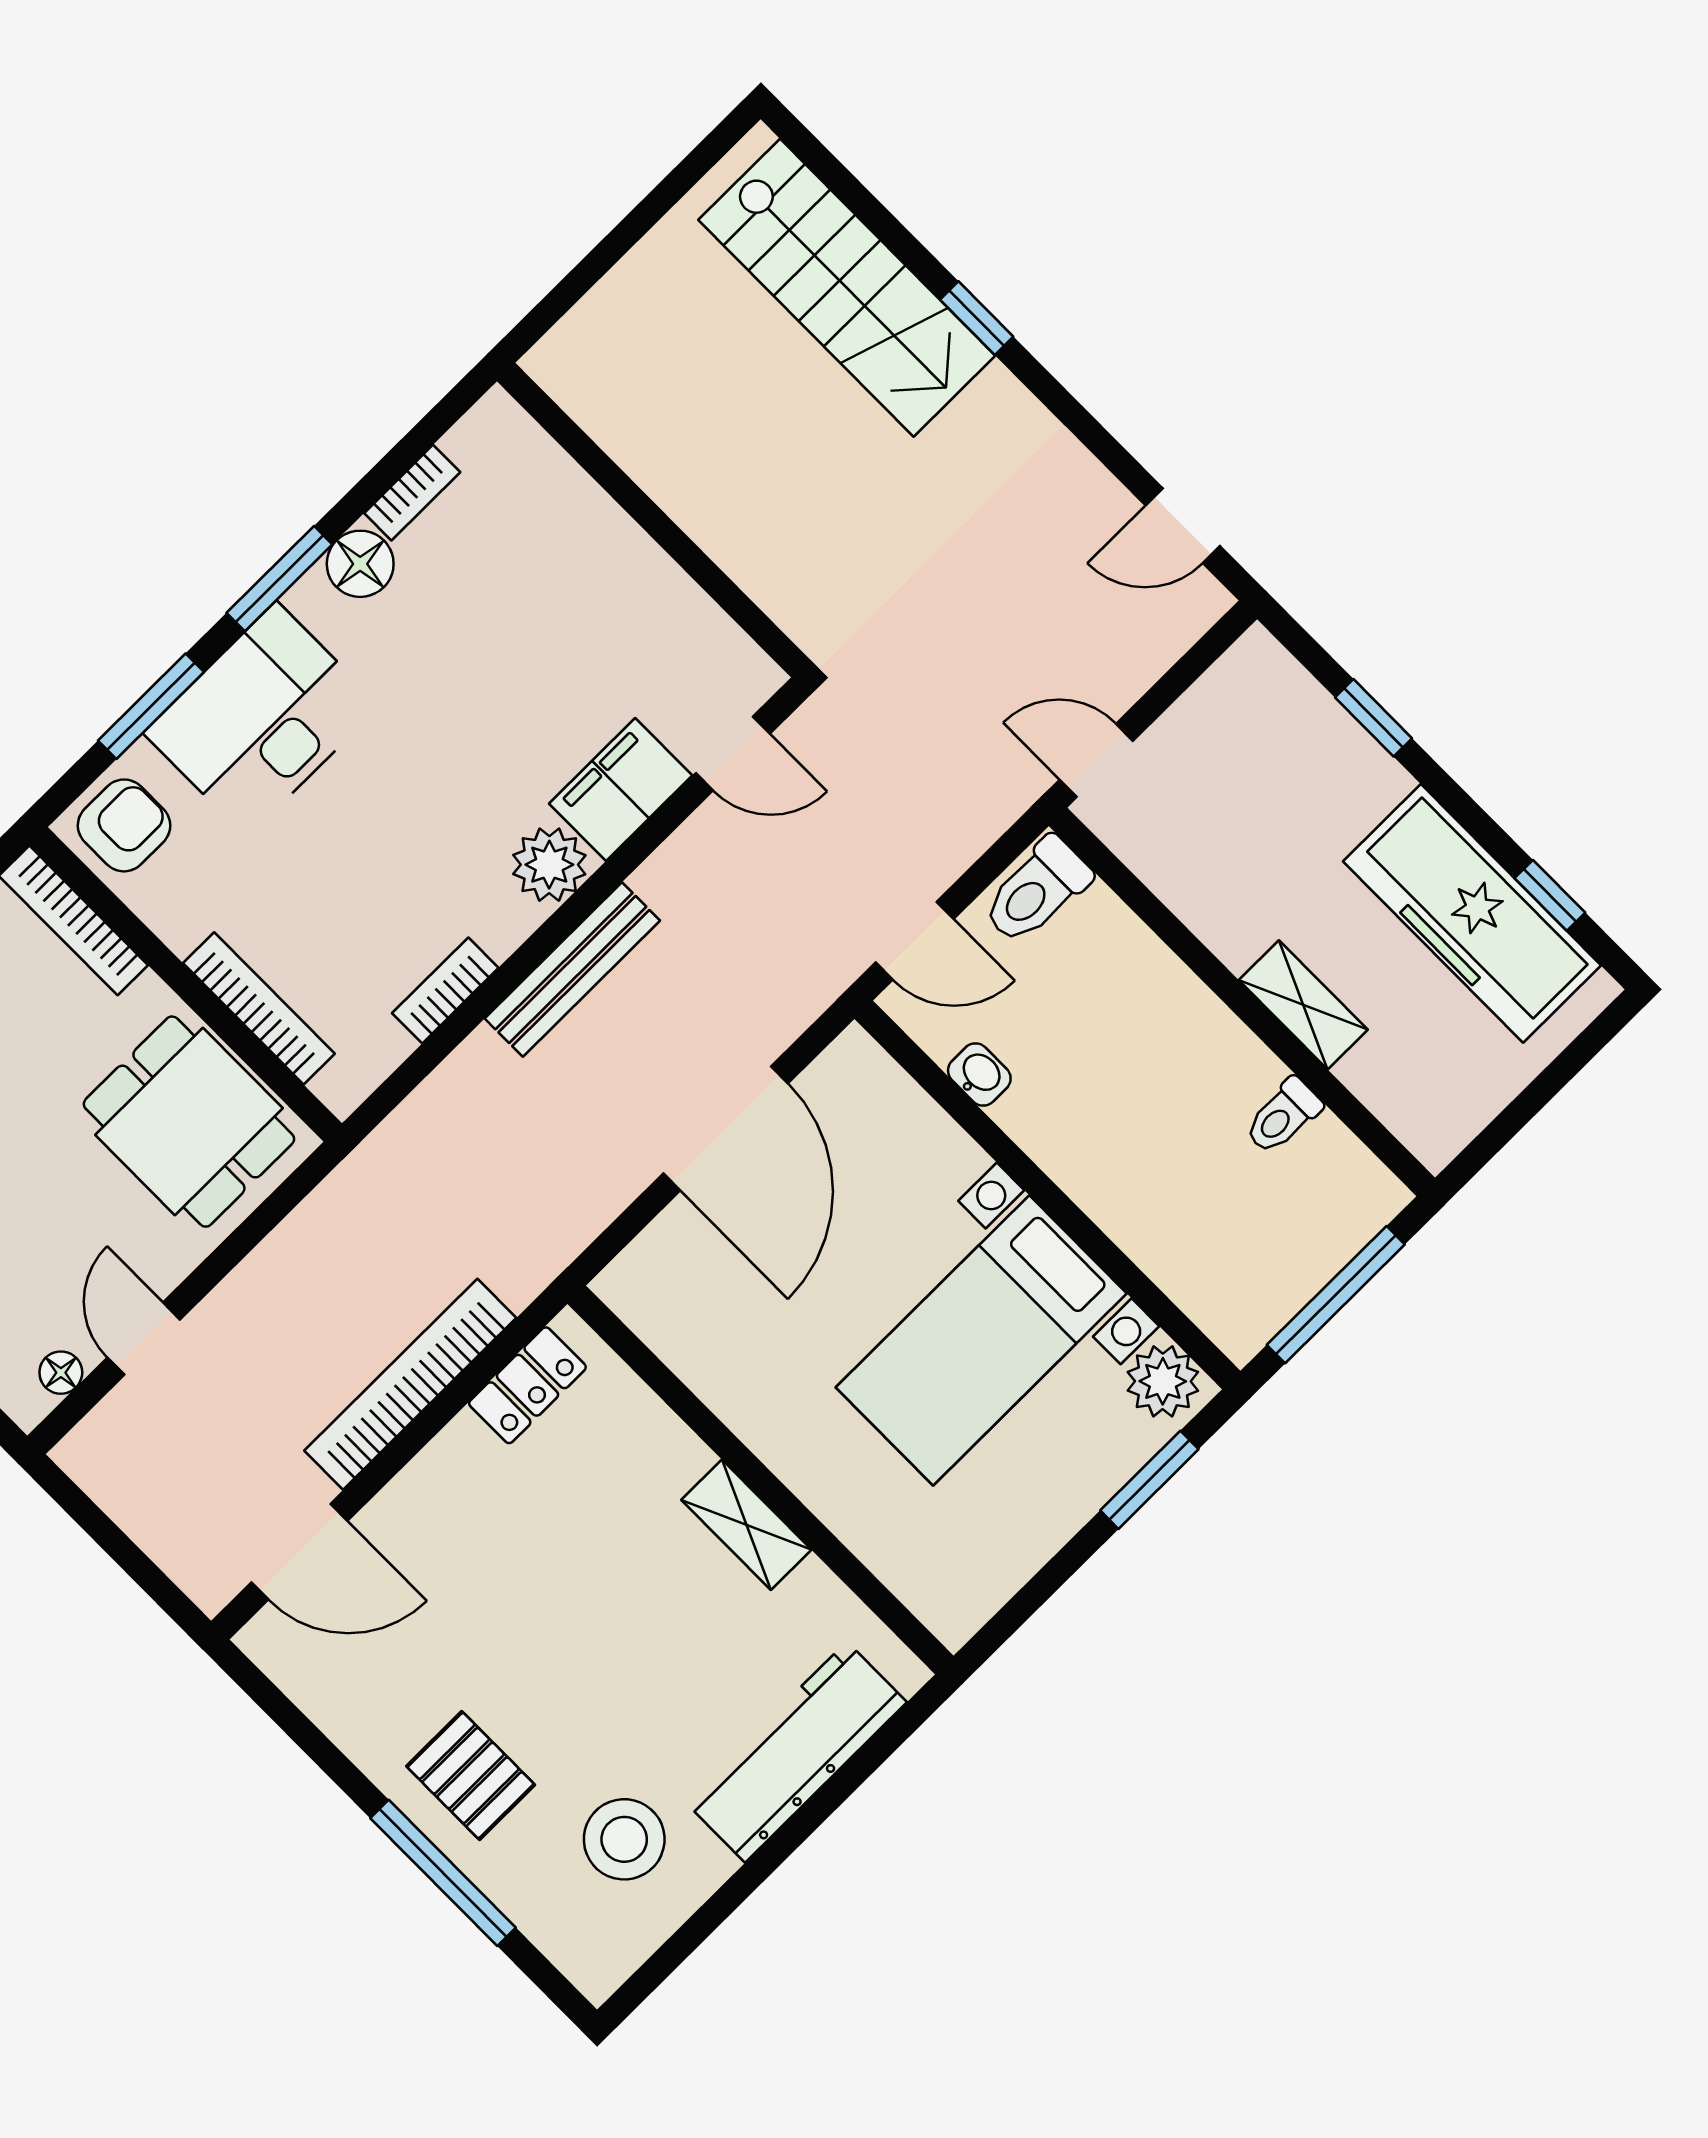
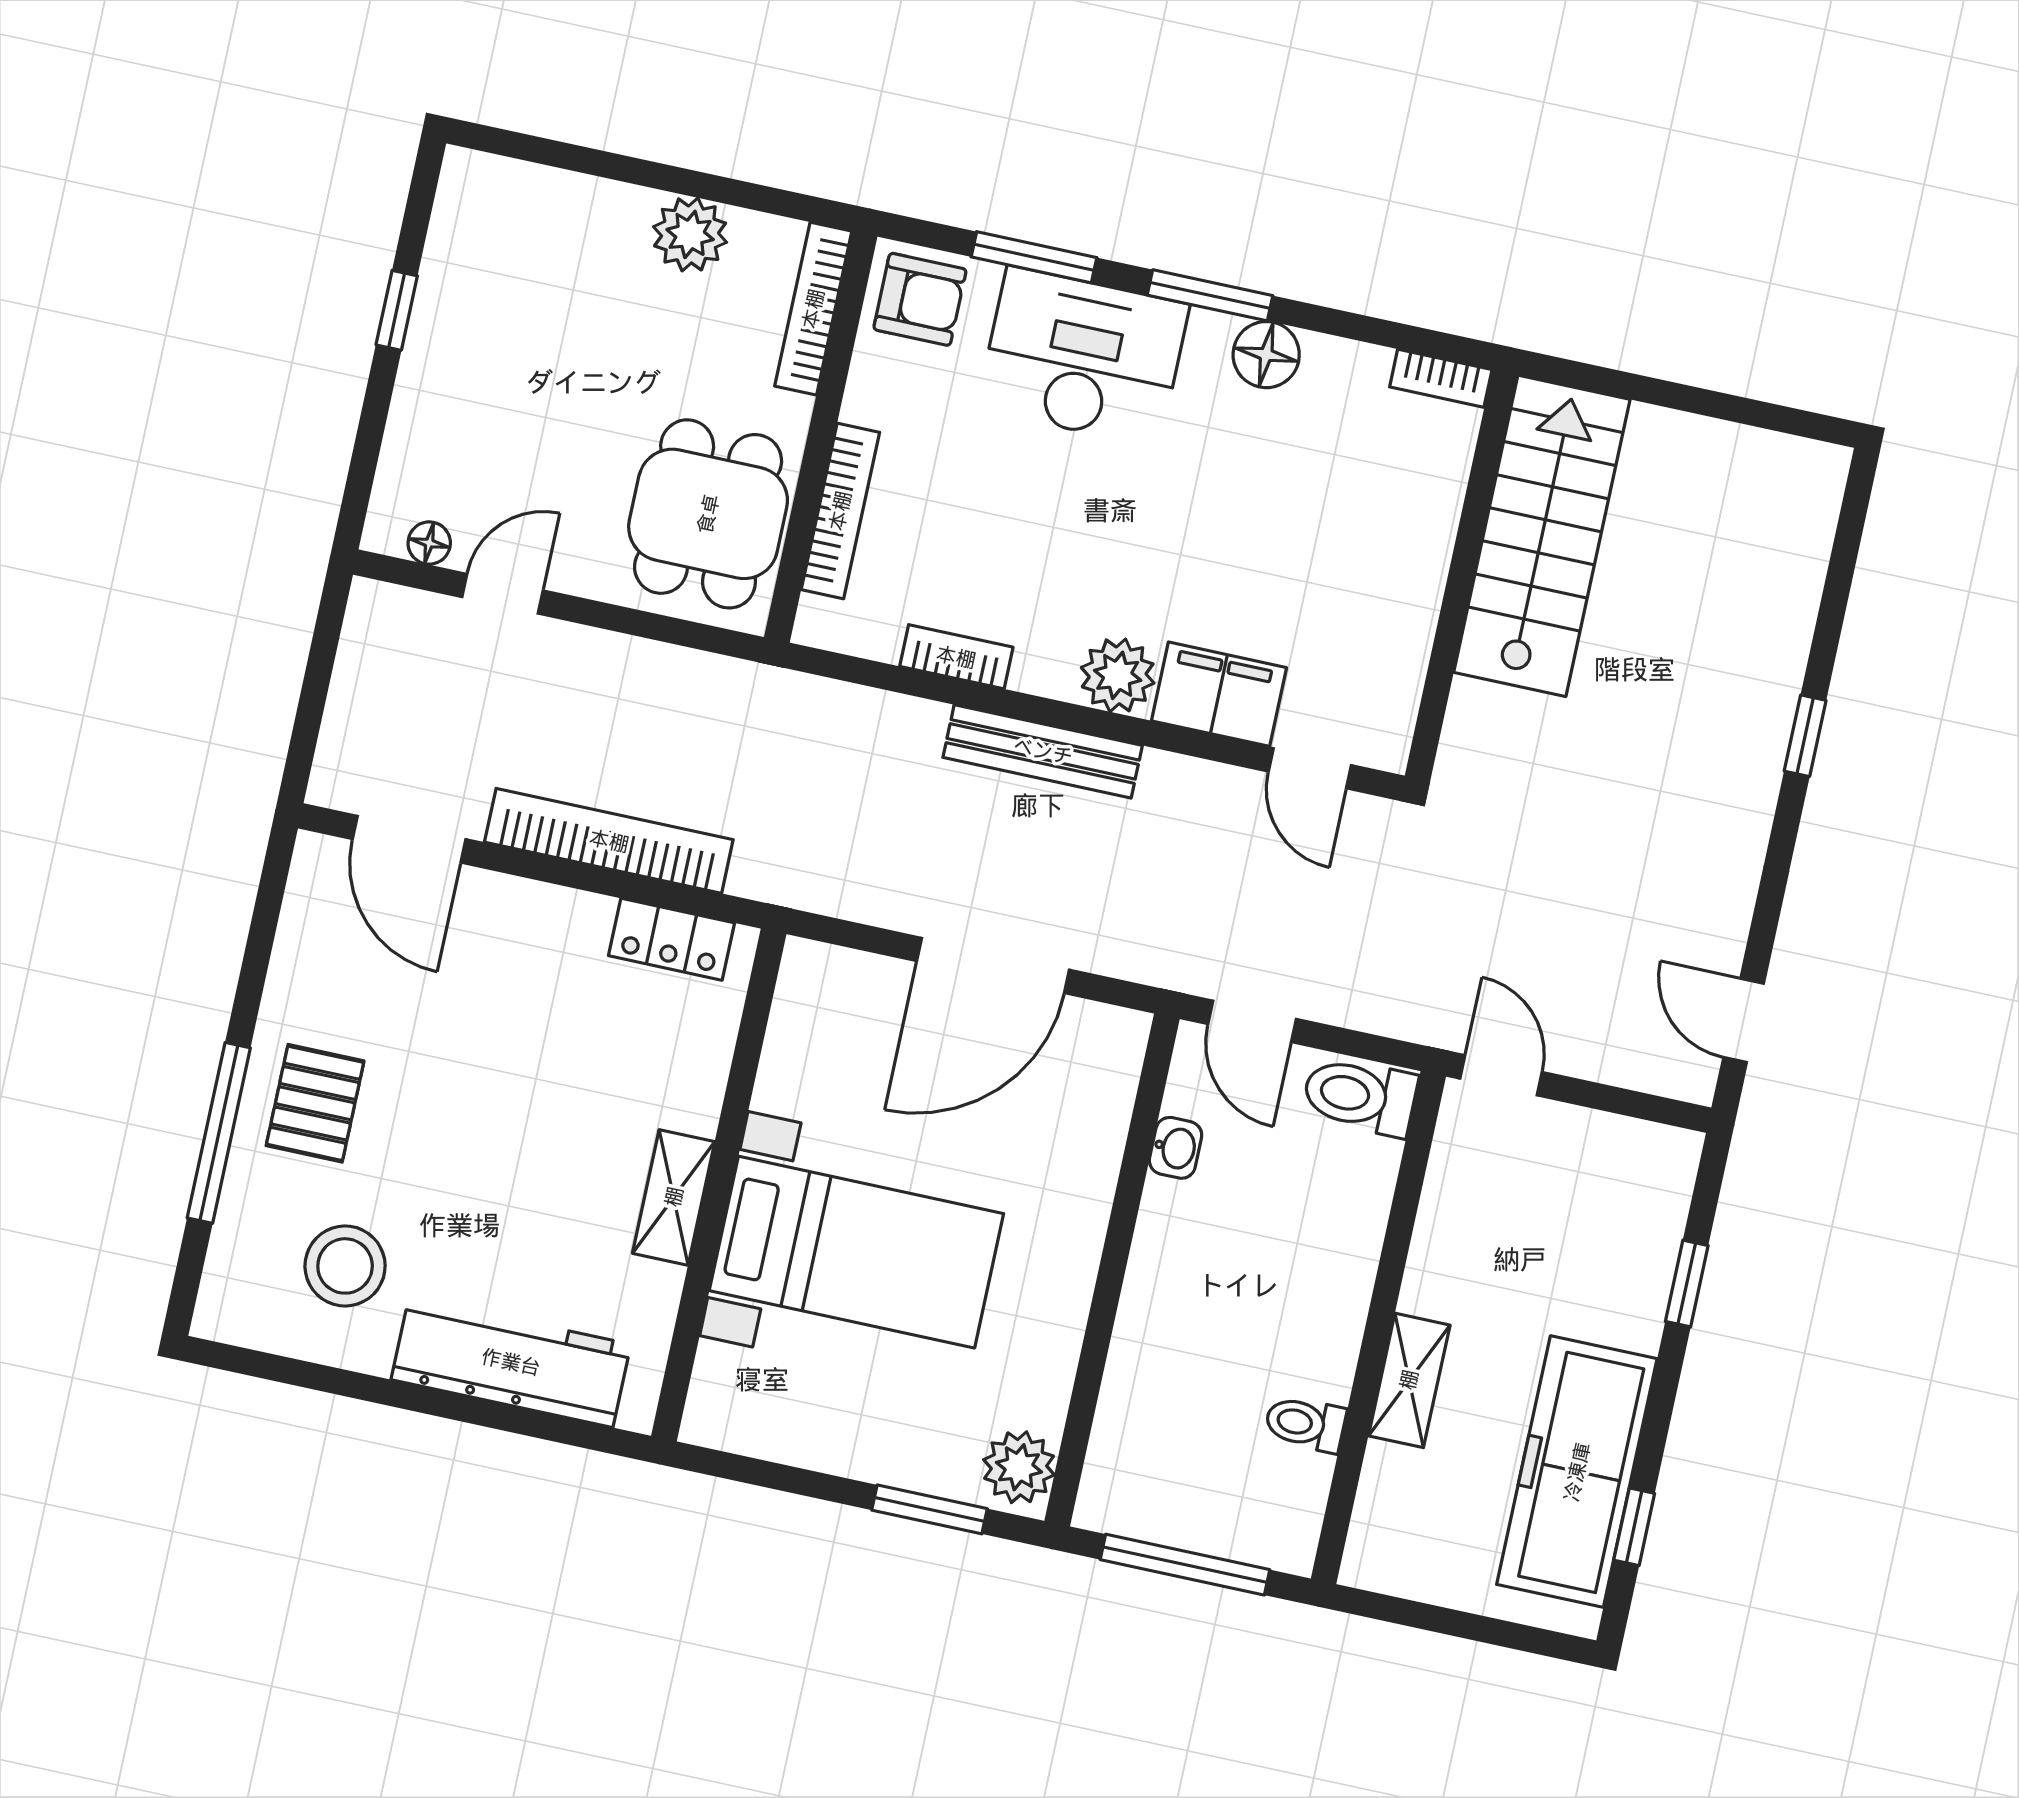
stairs: (847, 288) -> (1542, 536), moved, turned 180
bookcase: (412, 493) -> (1441, 378), moved
bed with nightstands: (981, 1340) -> (856, 1252), moved, turned 180

